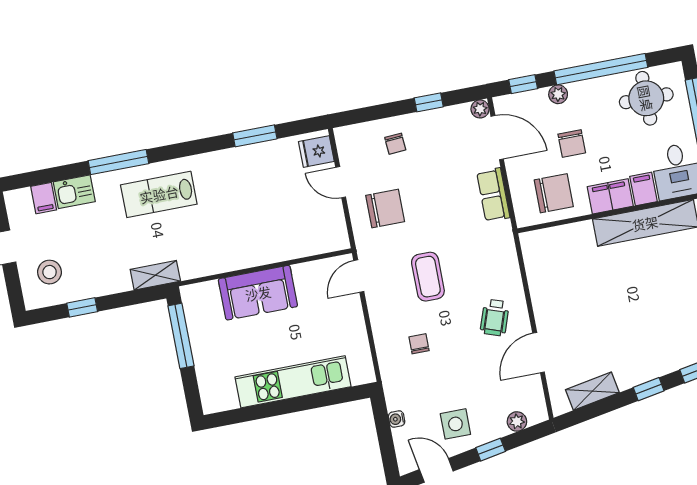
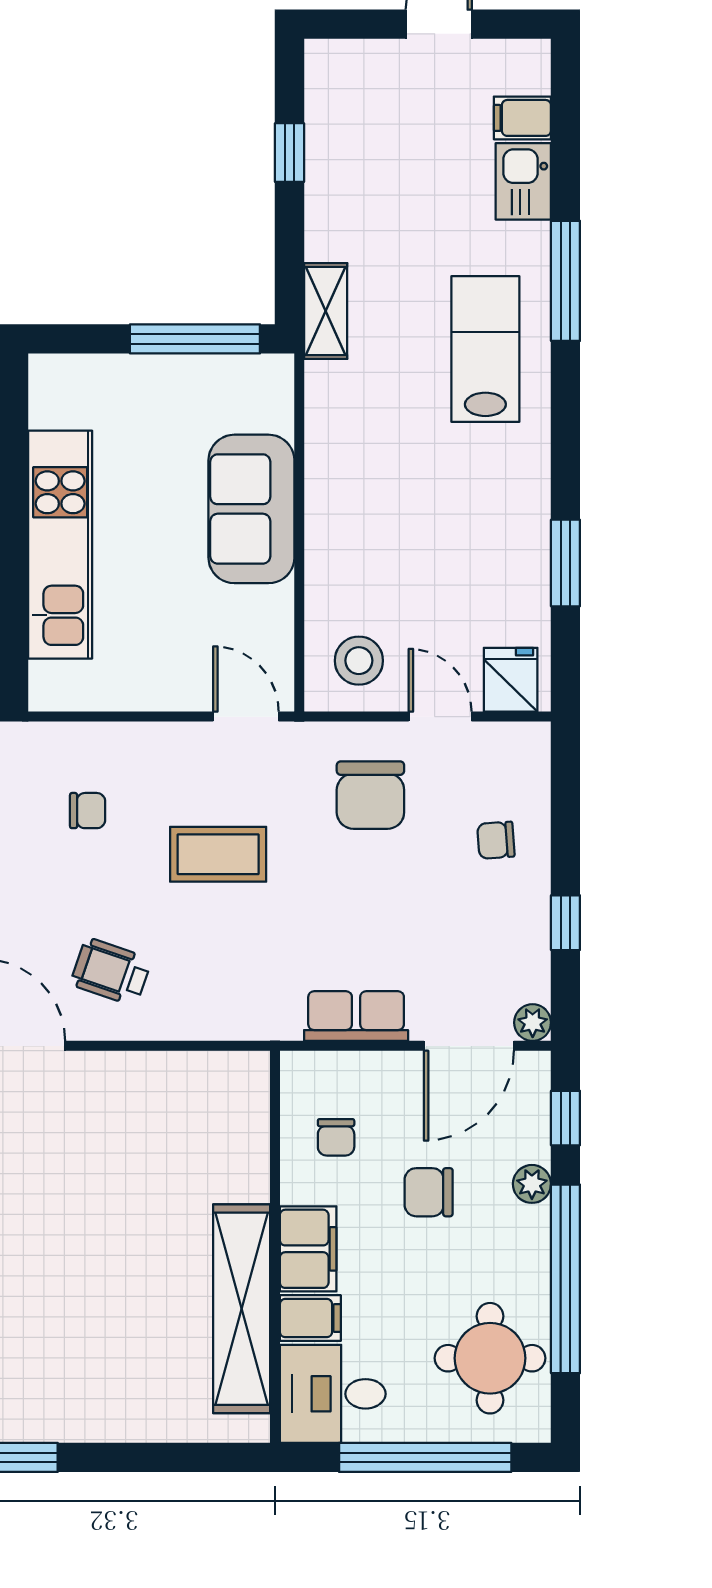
door: (341, 182) -> (440, 717), hinge flipped
chair: (554, 193) -> (336, 1137), width x0.54, depth x0.54
stool: (50, 272) -> (359, 661), moved

